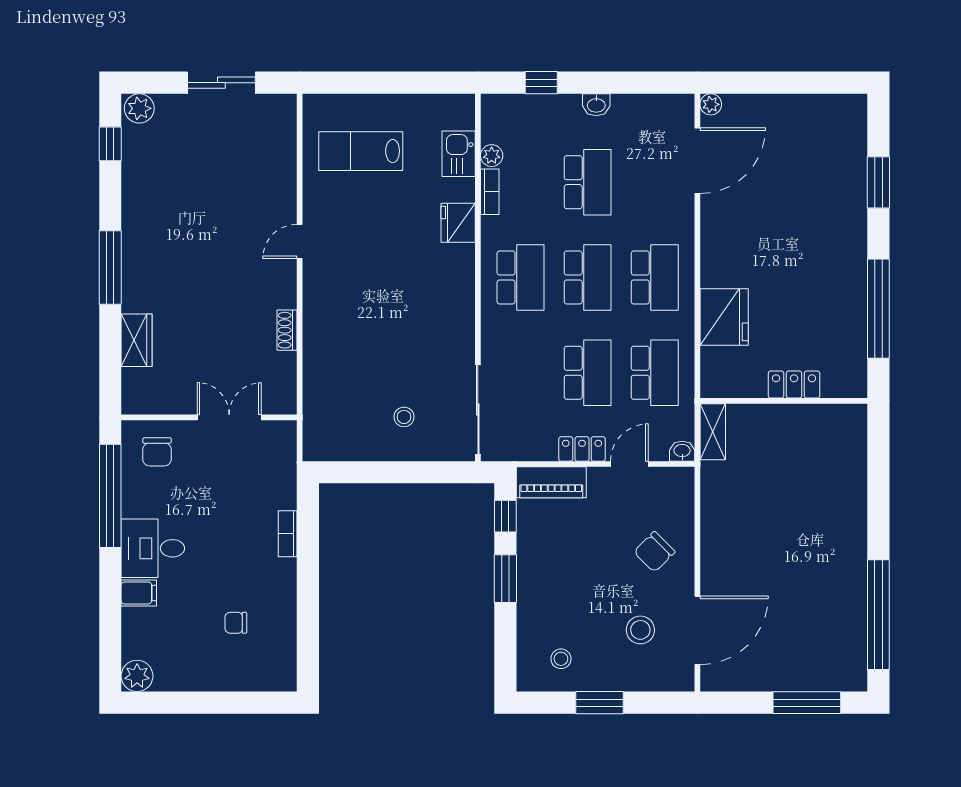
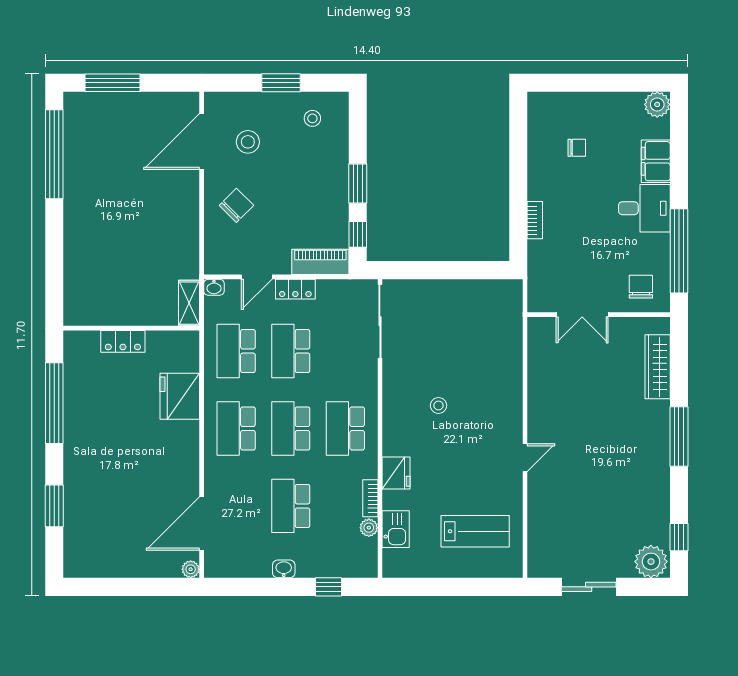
plant: (139, 108) -> (651, 562), width x1.36, depth x1.36
shoe rack: (287, 330) -> (535, 386), removed
wardrobe: (137, 340) -> (658, 367), width x1.50
stool: (404, 417) -> (439, 405), moved
filing cabinet: (139, 593) -> (656, 161), width x2.00

